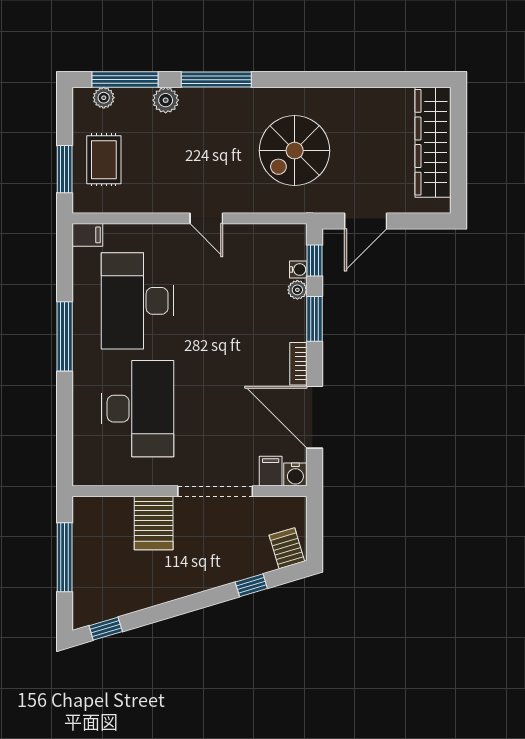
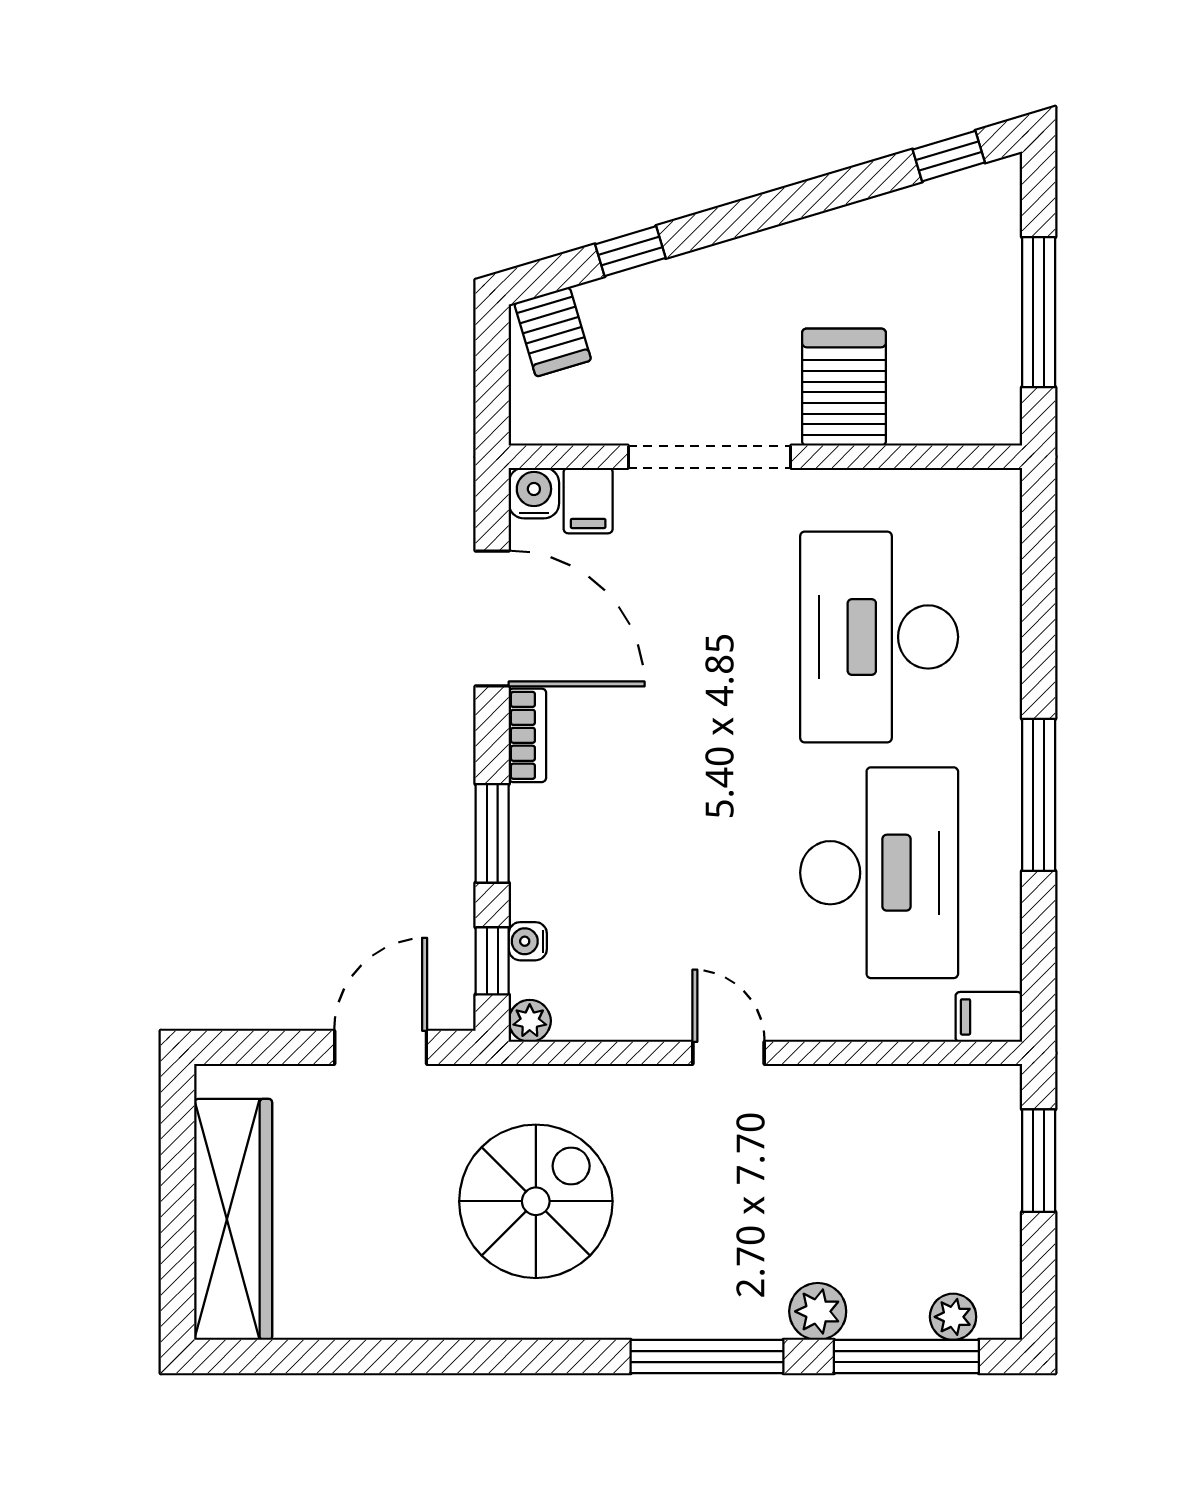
rug: (104, 160) -> (953, 1181), removed
plant: (297, 290) -> (530, 1021), moved

